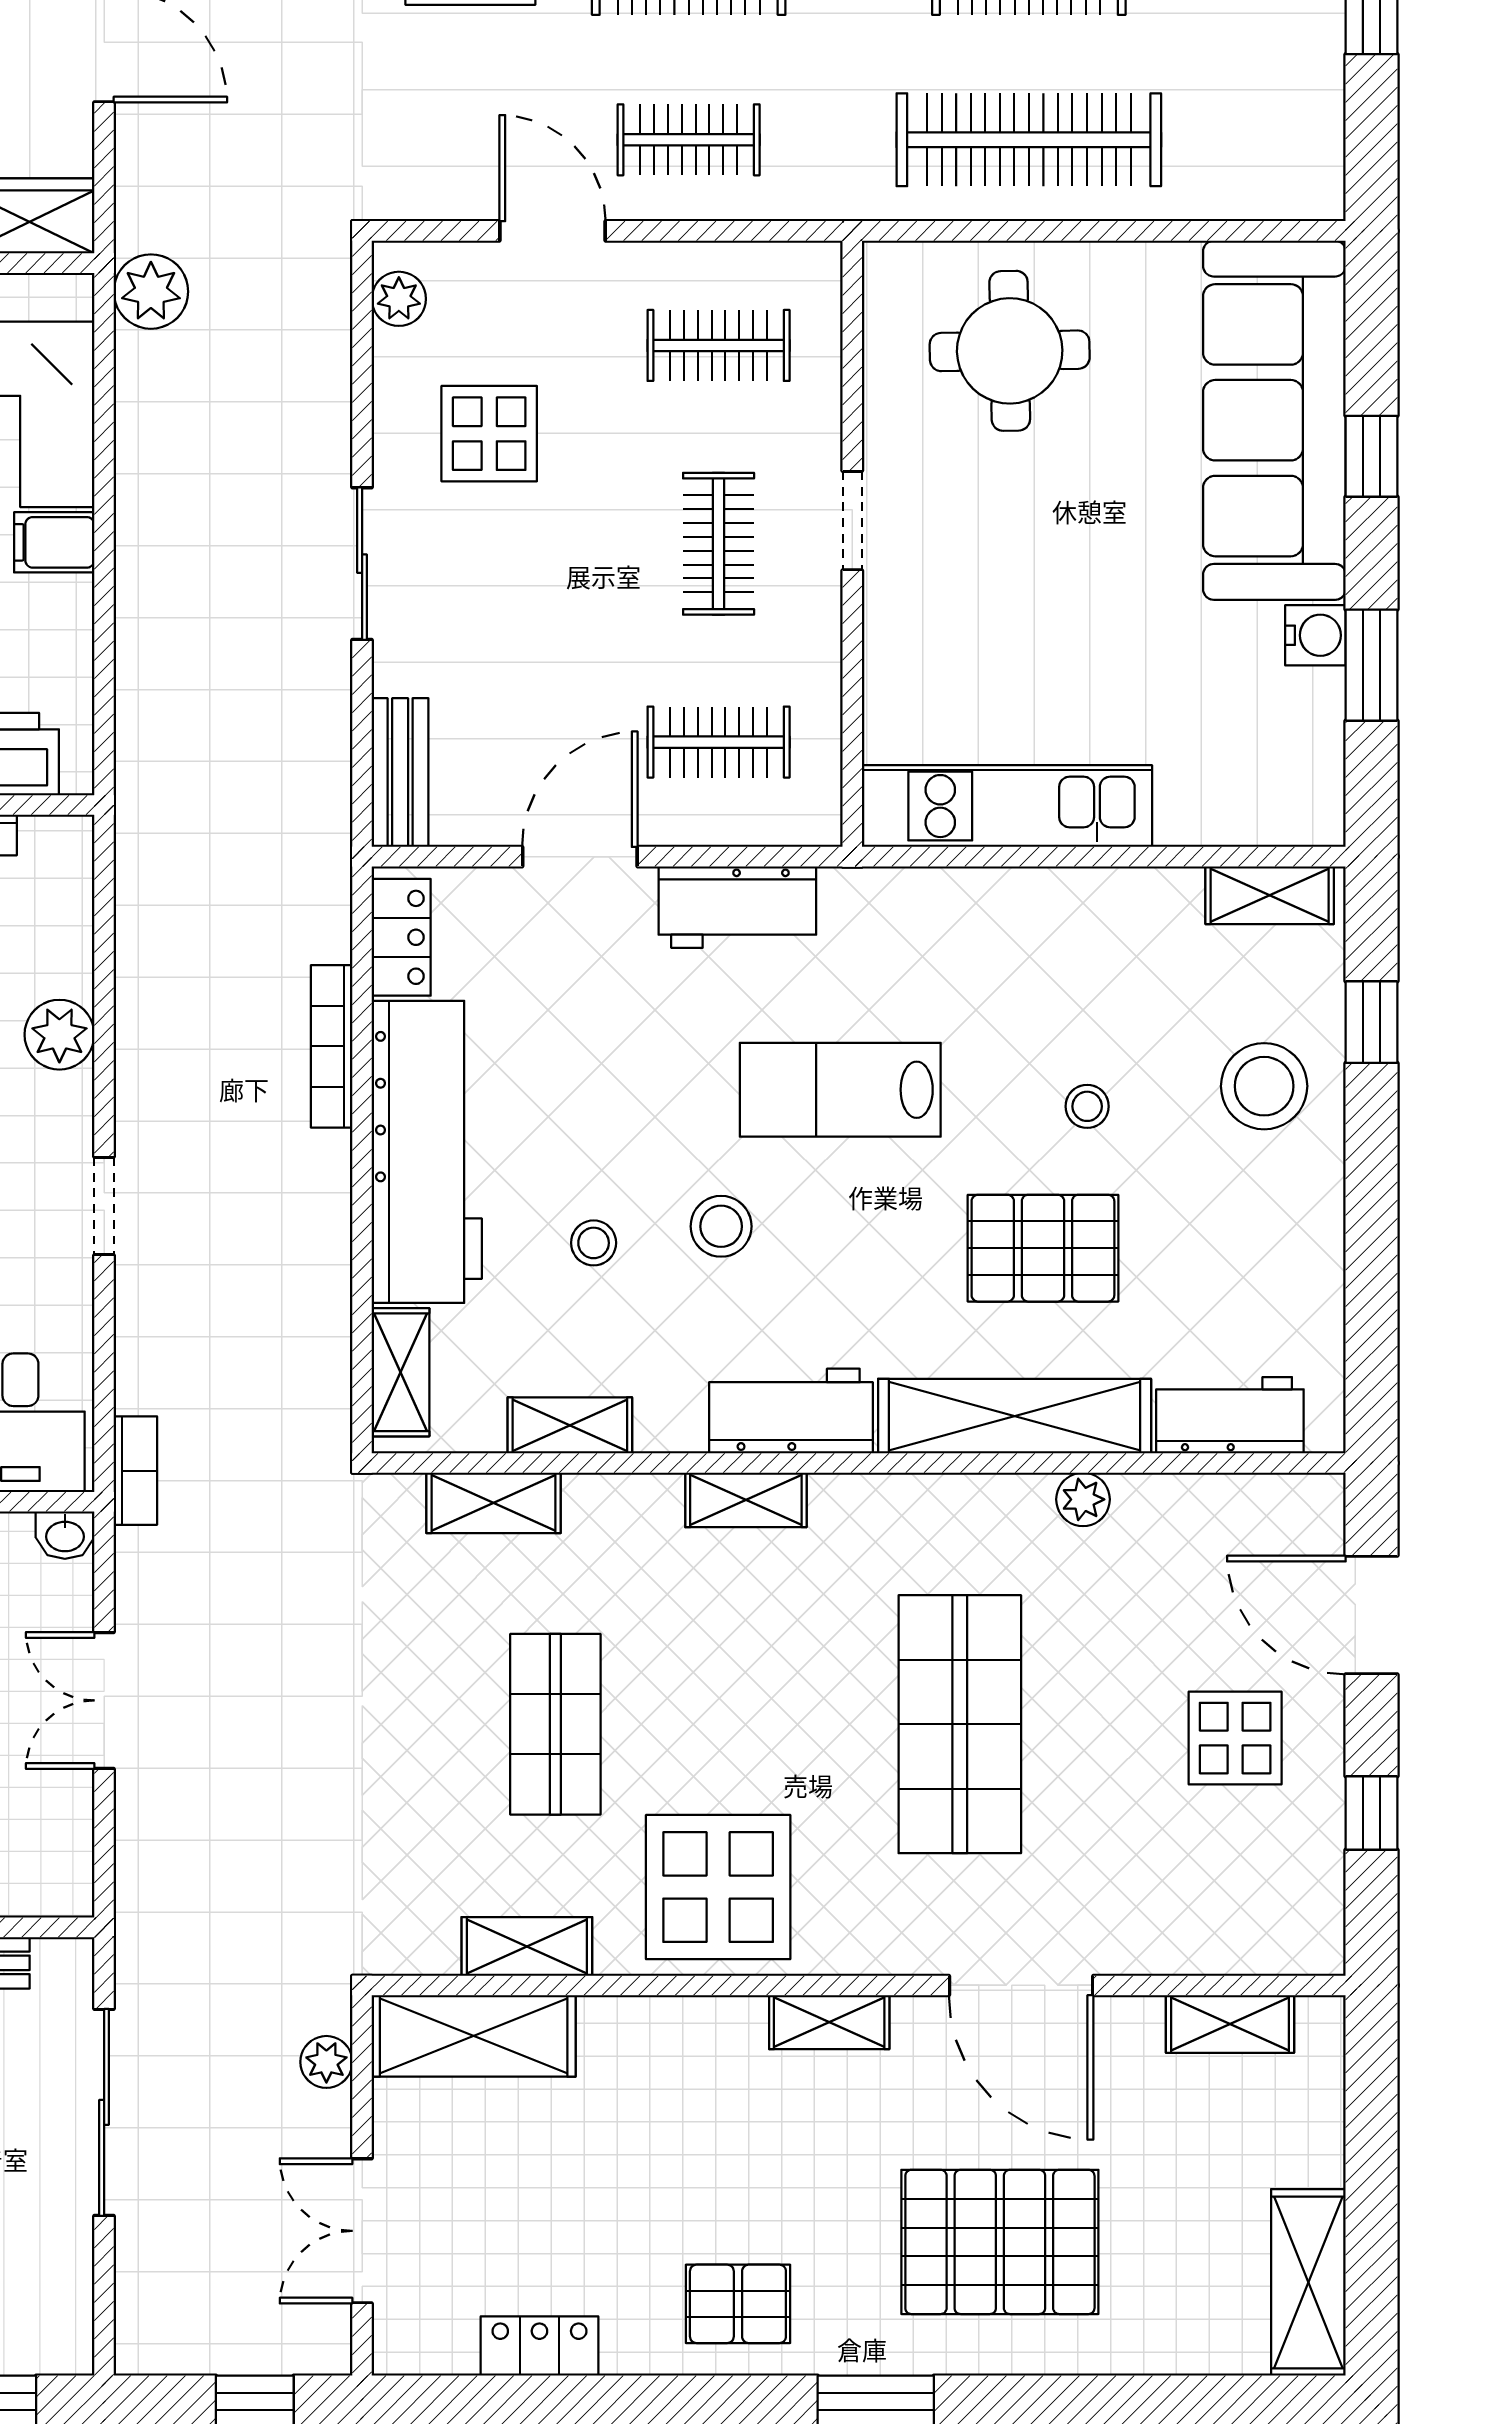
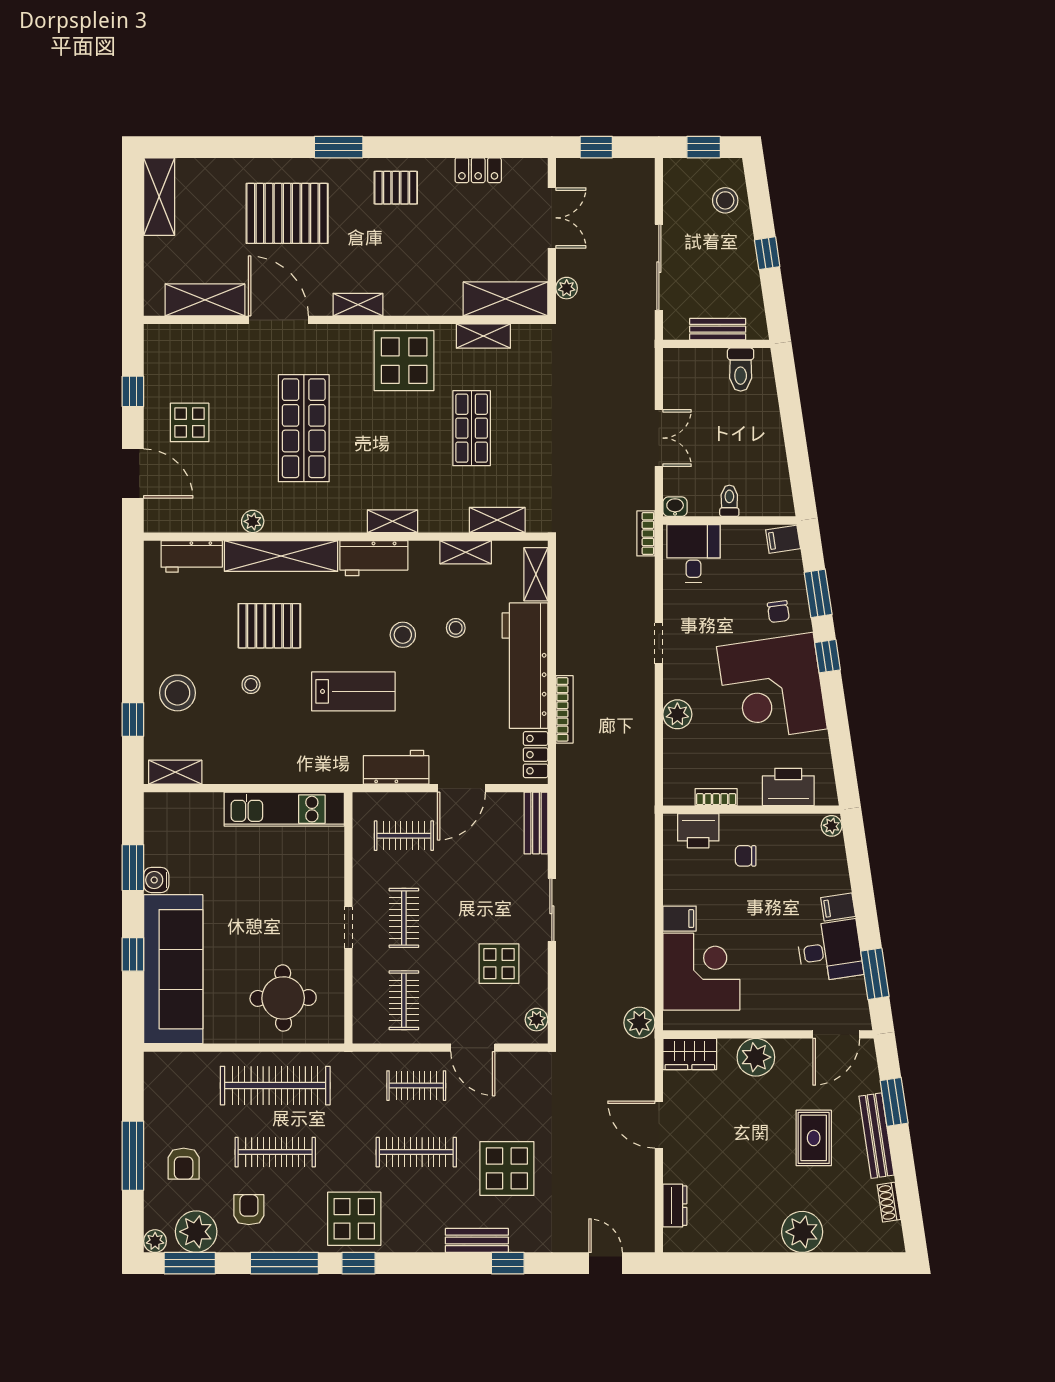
clothes rail: (719, 345) -> (404, 1000), turned 90
shelving: (1230, 2024) -> (205, 300), width x1.50, depth x1.33

